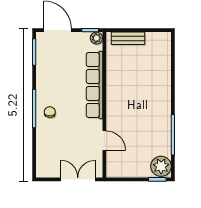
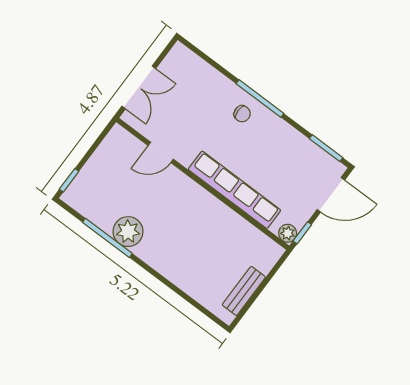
bench: (128, 38) -> (244, 291), moved
plant: (161, 166) -> (128, 232), moved

